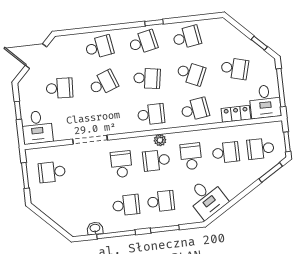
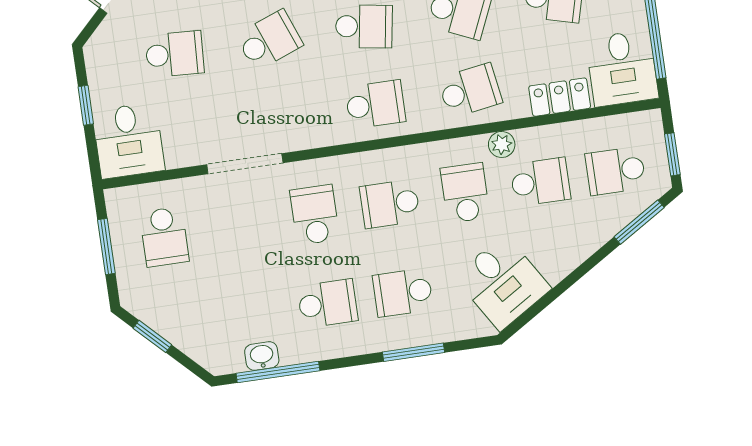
plant: (160, 140) -> (502, 144), moved
school desk: (52, 172) -> (164, 237), turned -90
school desk: (161, 201) -> (403, 292), turned 180
window: (45, 218) -> (152, 336), added
window: (116, 234) -> (278, 372), moved

